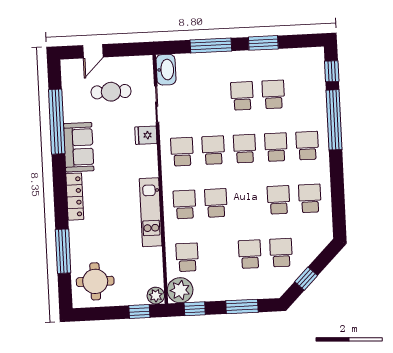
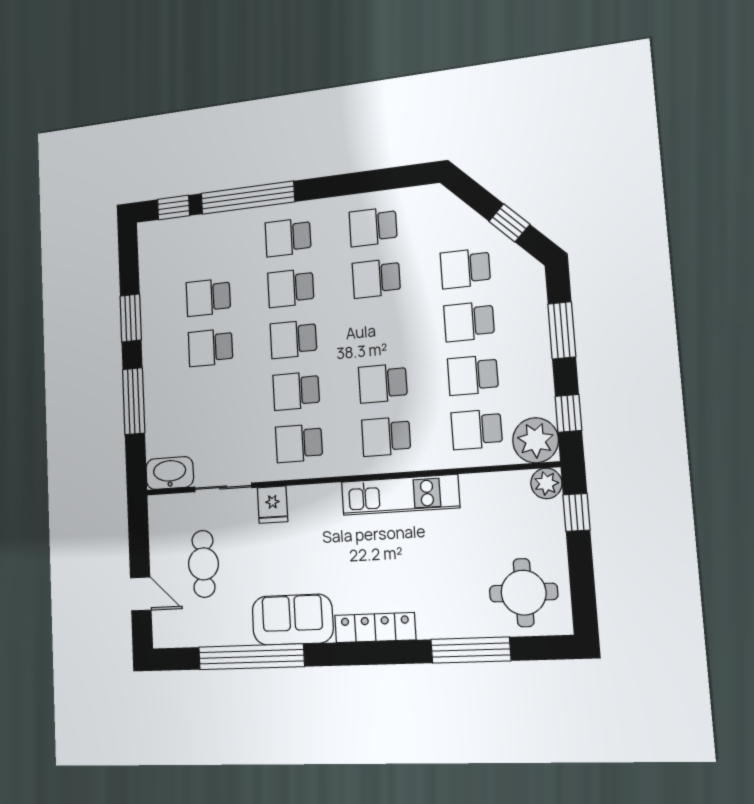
school desk: (218, 256) -> (473, 375), added

